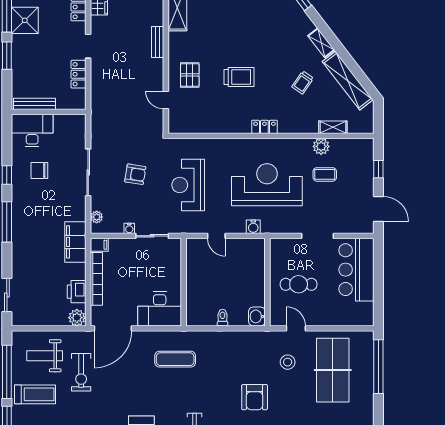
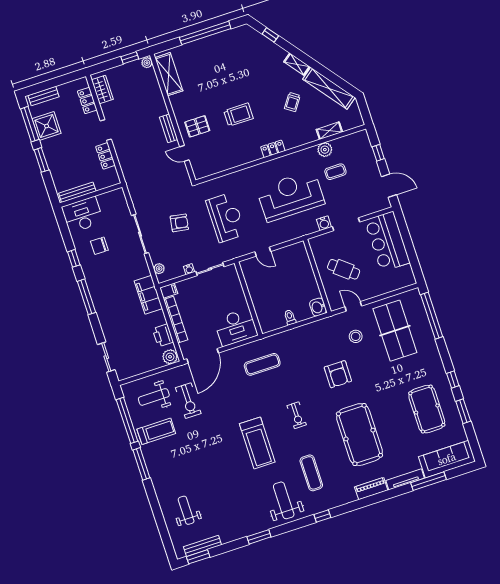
bench: (158, 42) -> (169, 128), moved
pallet: (190, 75) -> (197, 126), turned 90
reception desk: (188, 185) -> (226, 217), turned 180
water cooler: (253, 227) -> (324, 223), moved
cafe table: (299, 284) -> (344, 269), turned 39

